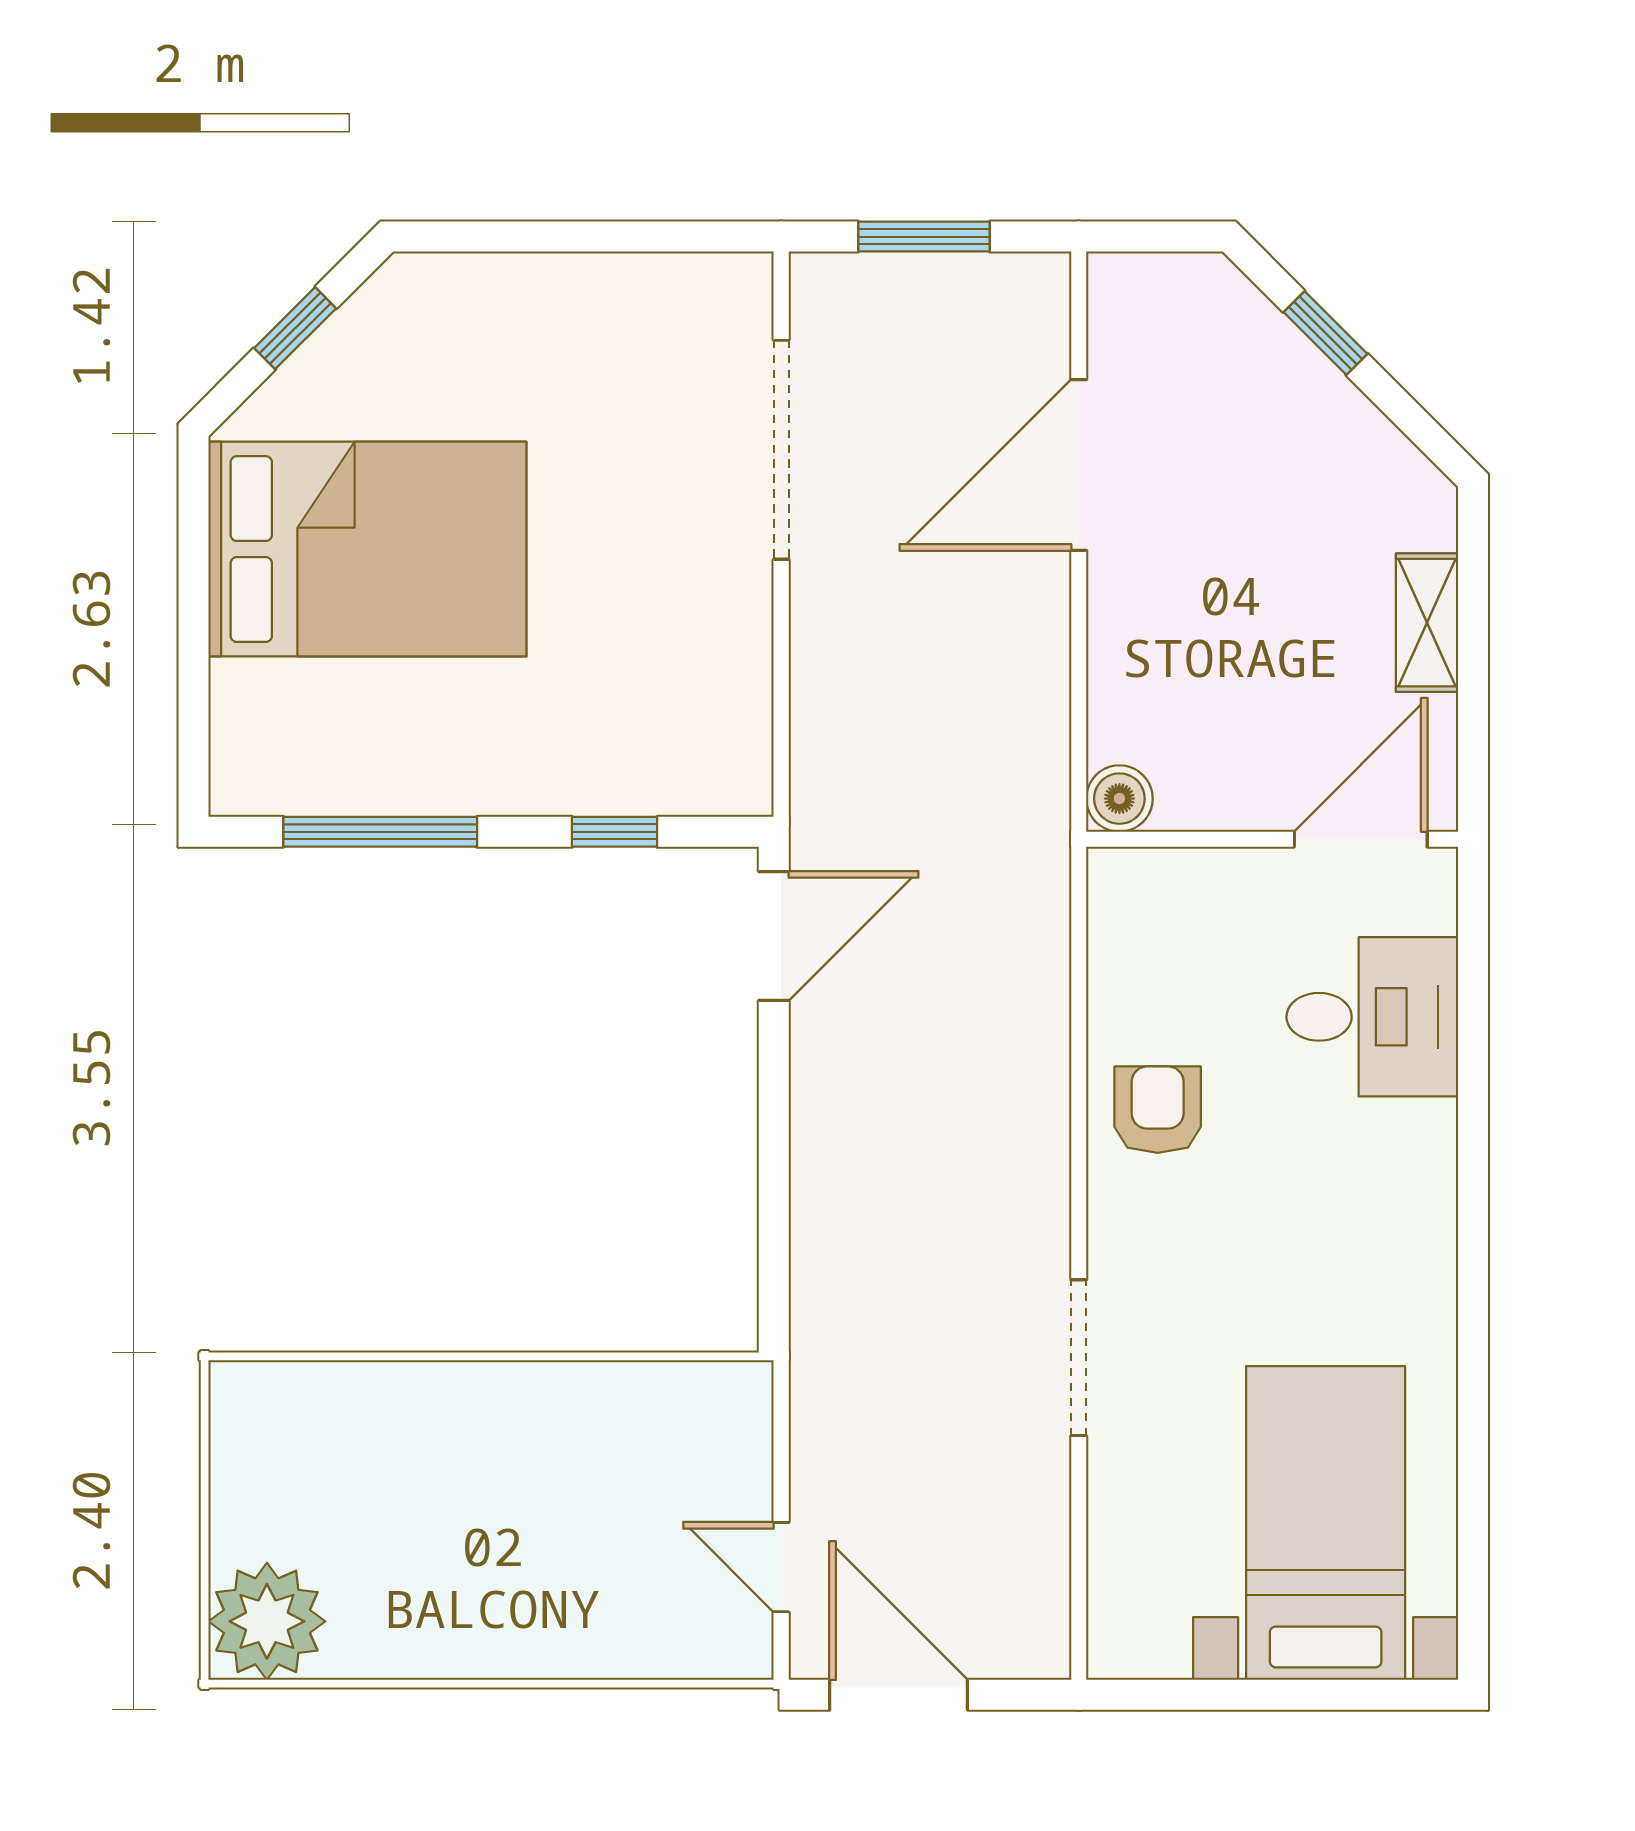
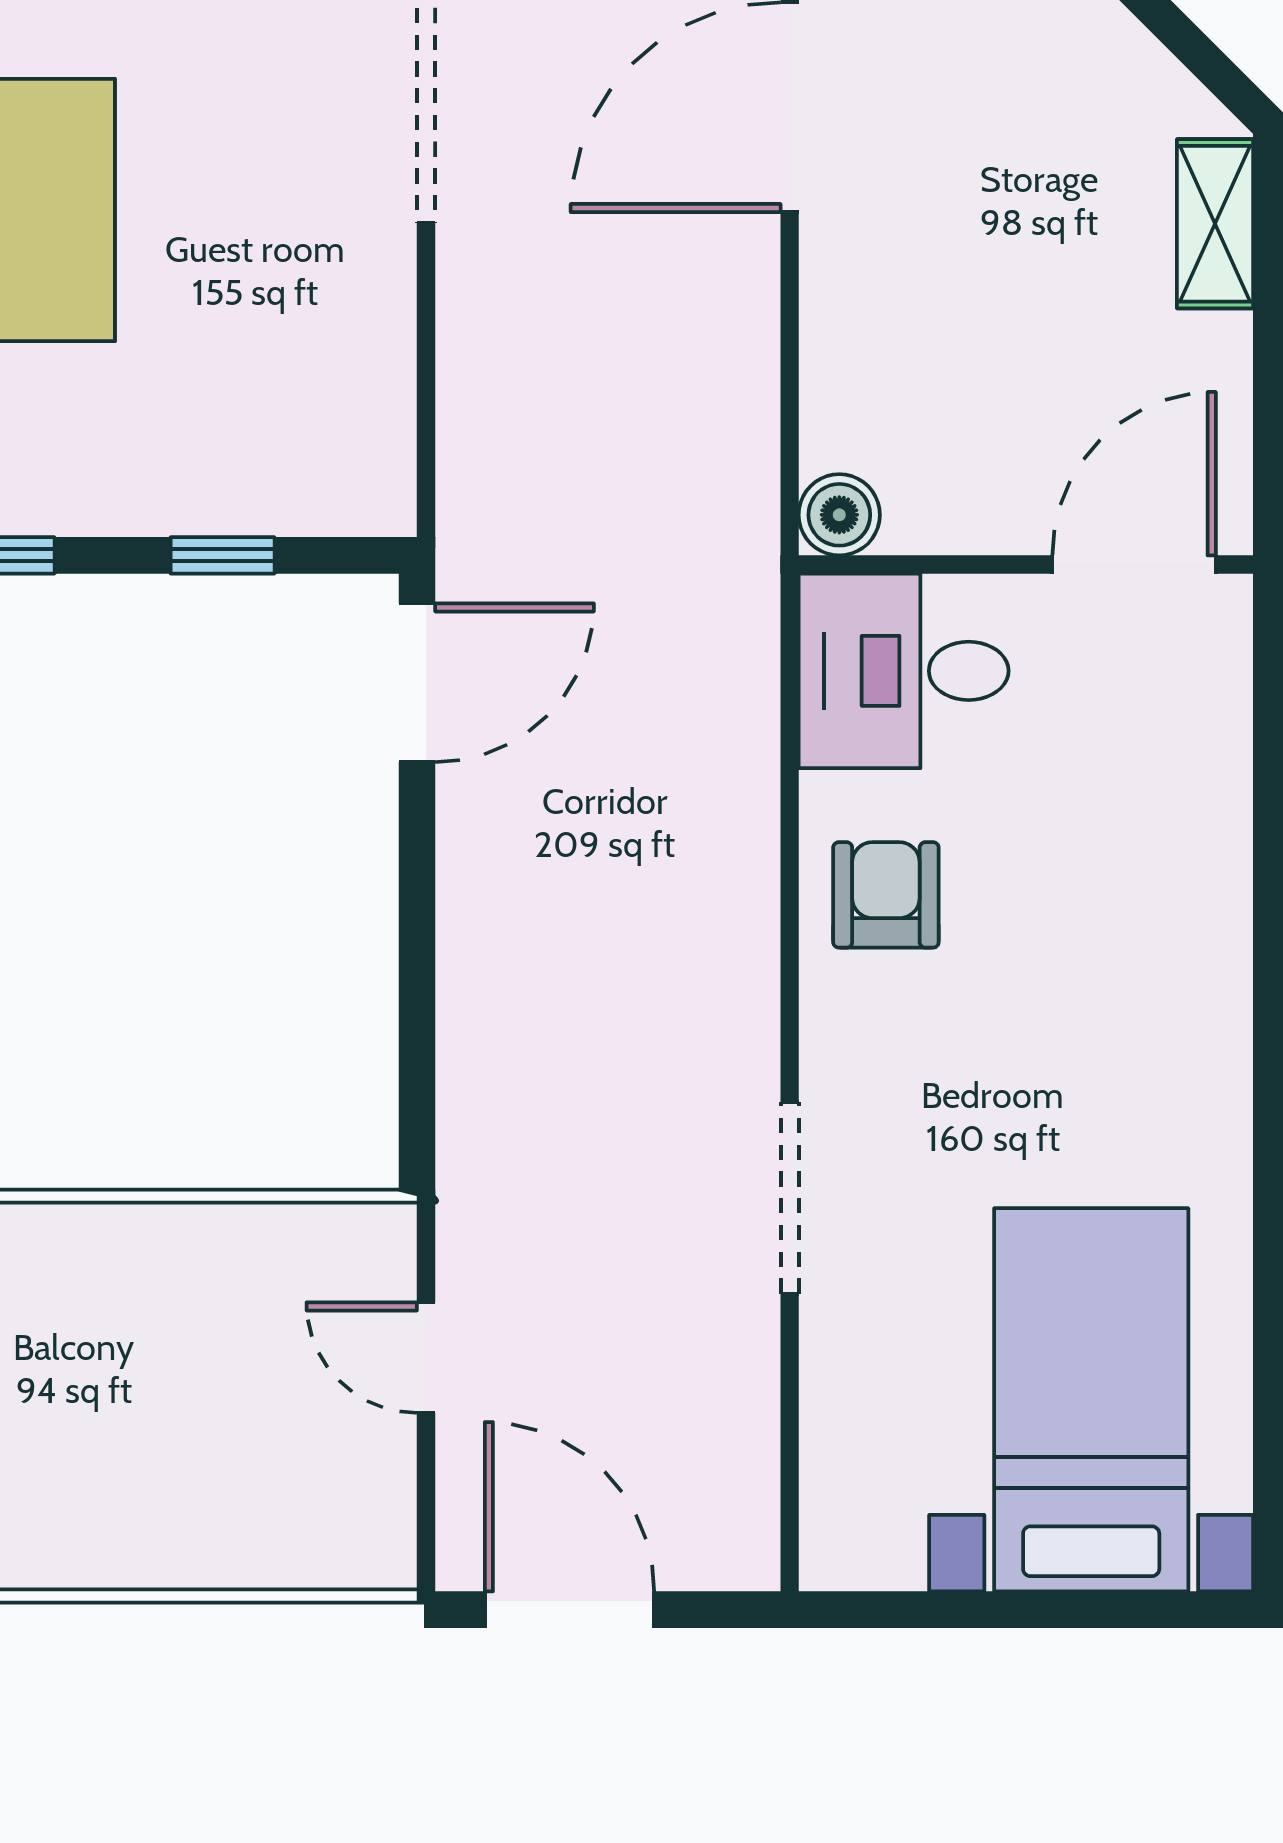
shelving: (1427, 623) -> (1215, 224), moved
desk: (1372, 1017) -> (904, 671), moved, turned 180
door: (781, 1567) -> (426, 1358), moved

